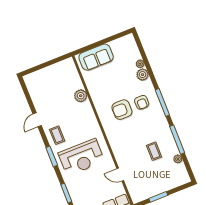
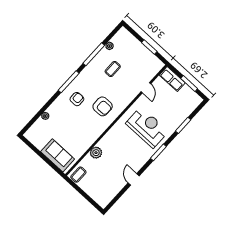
plant: (142, 75) -> (53, 110), removed
armchair: (122, 110) -> (103, 106), moved
door: (37, 120) -> (134, 179), swing flipped
coffee table: (57, 135) -> (78, 175), moved

